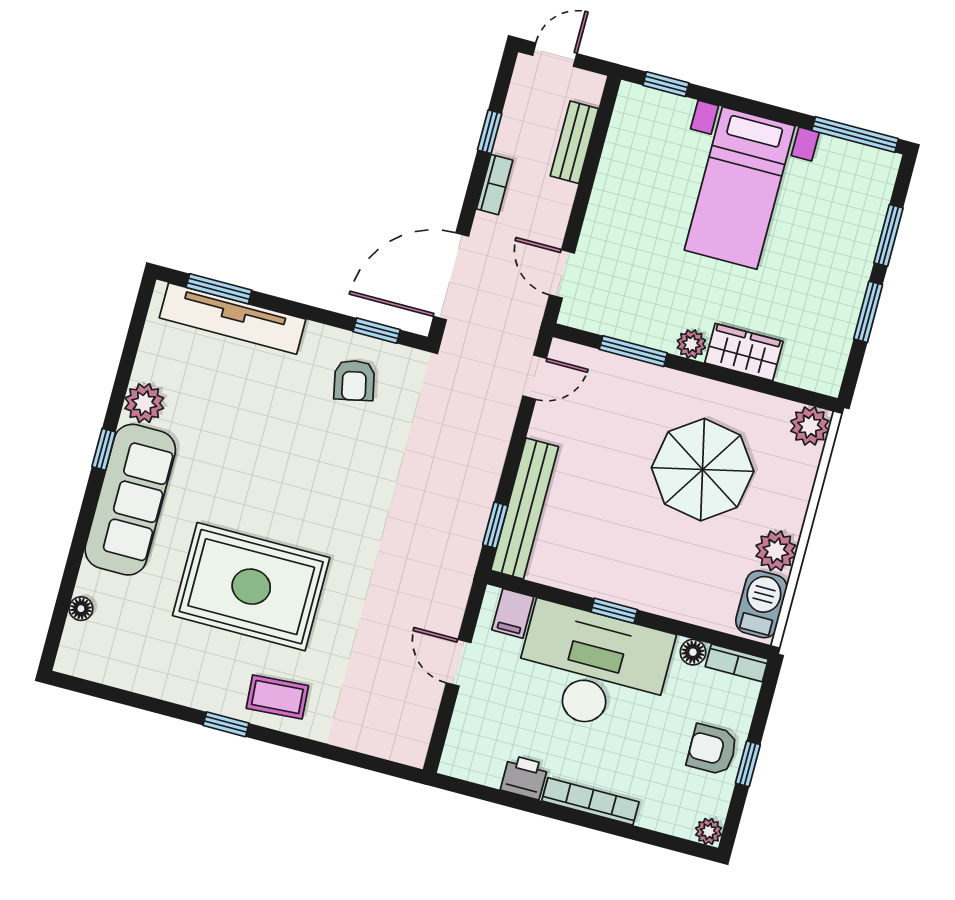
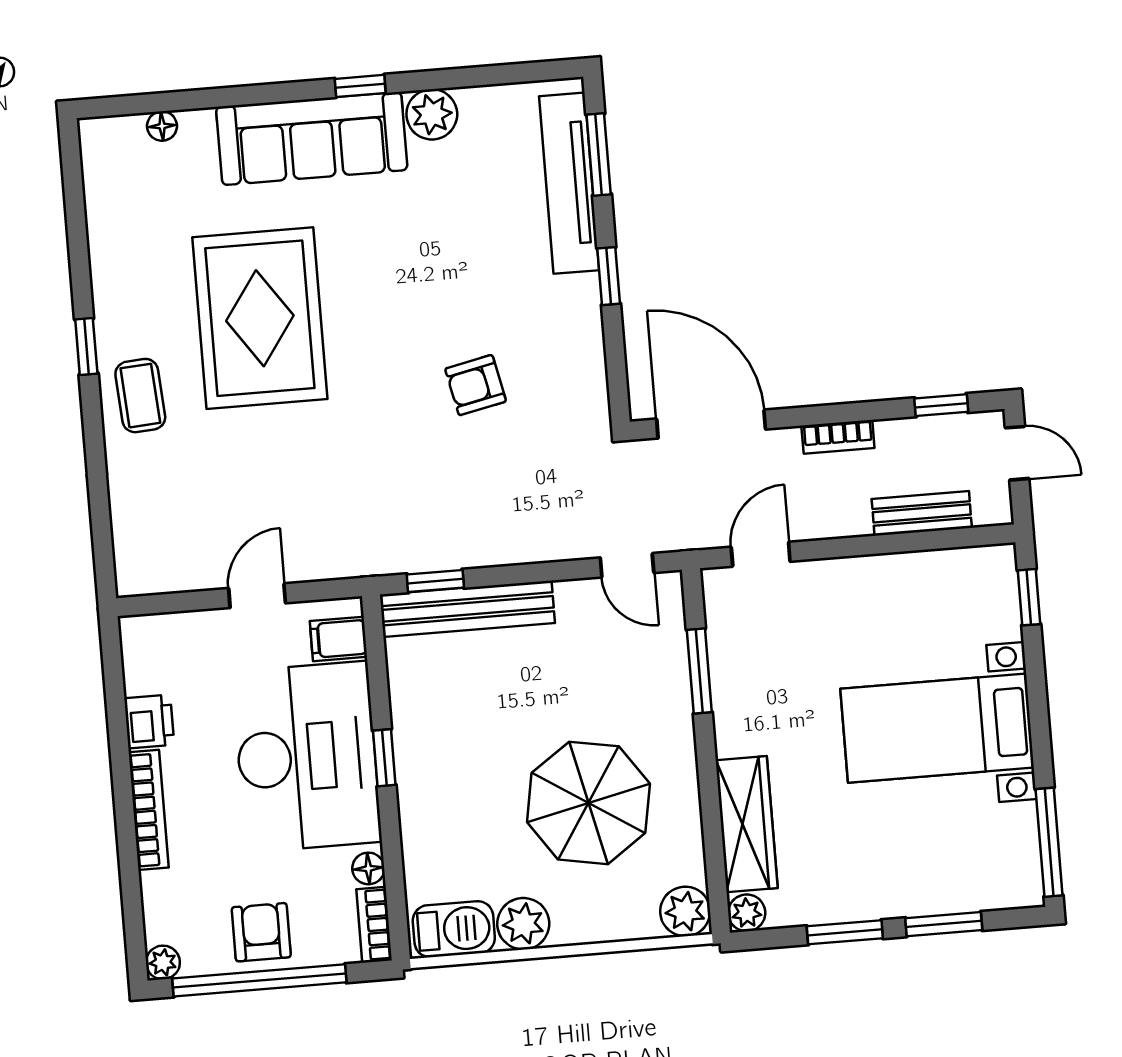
window: (490, 132) -> (941, 405), moved
window: (377, 331) -> (609, 276), moved
plant: (691, 344) -> (747, 913), moved
wardrobe: (744, 352) -> (747, 824), width x1.50
armchair: (354, 380) -> (476, 385), moved
window: (748, 764) -> (259, 980), width x3.17

